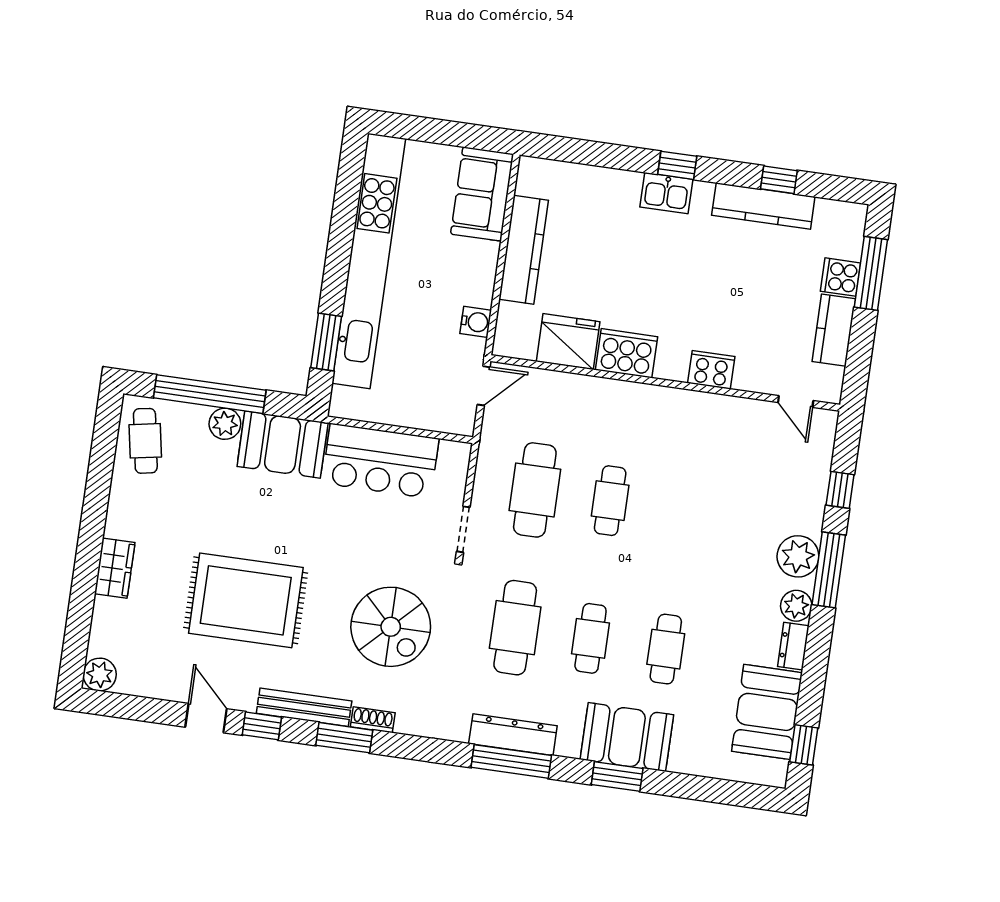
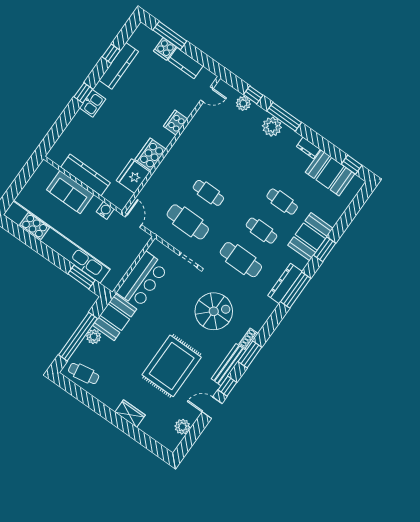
sofa: (482, 194) -> (70, 192), moved
plant: (796, 606) -> (243, 103), moved
plant: (100, 675) -> (182, 427), moved

